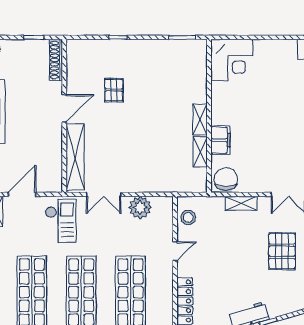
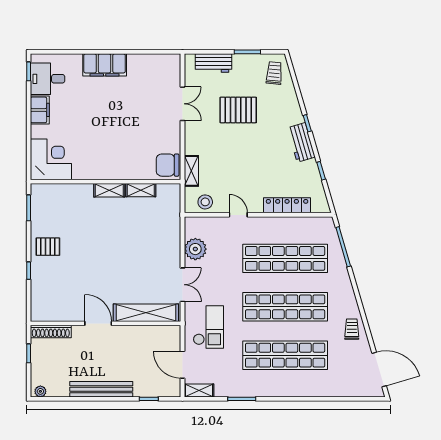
pallet: (114, 90) -> (48, 247), moved
filing cabinet: (220, 140) -> (40, 110), moved, turned 90
shelving: (241, 203) -> (191, 171), moved
checkout: (61, 221) -> (208, 327), turned 90

